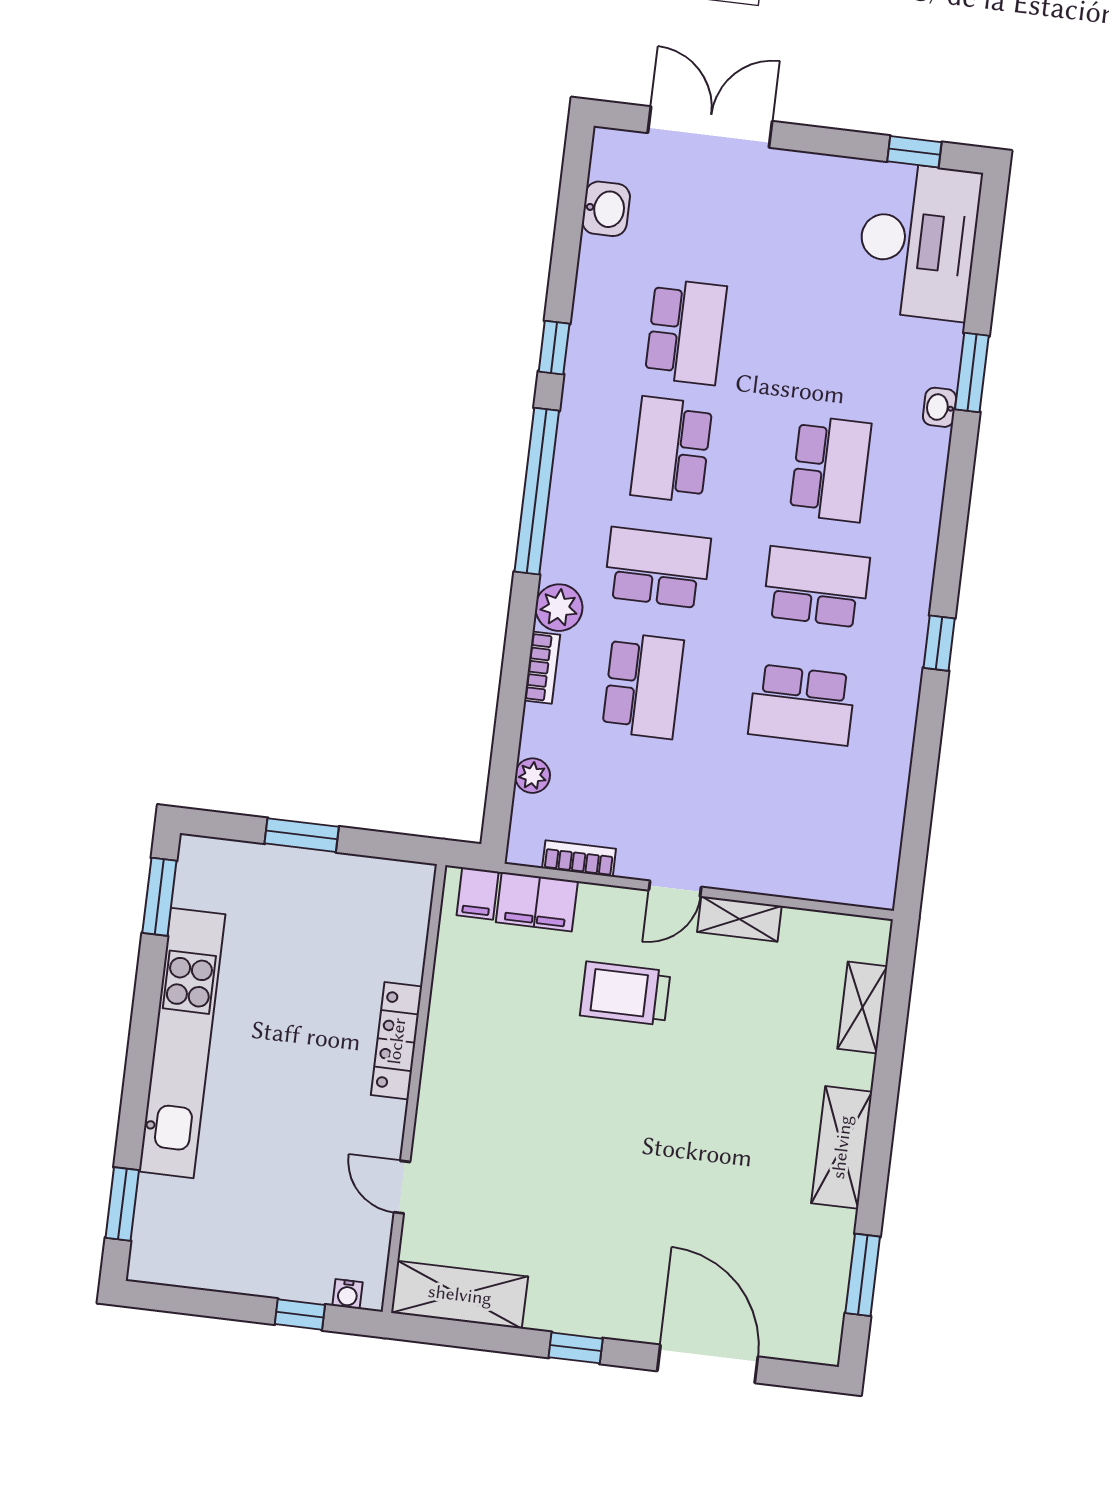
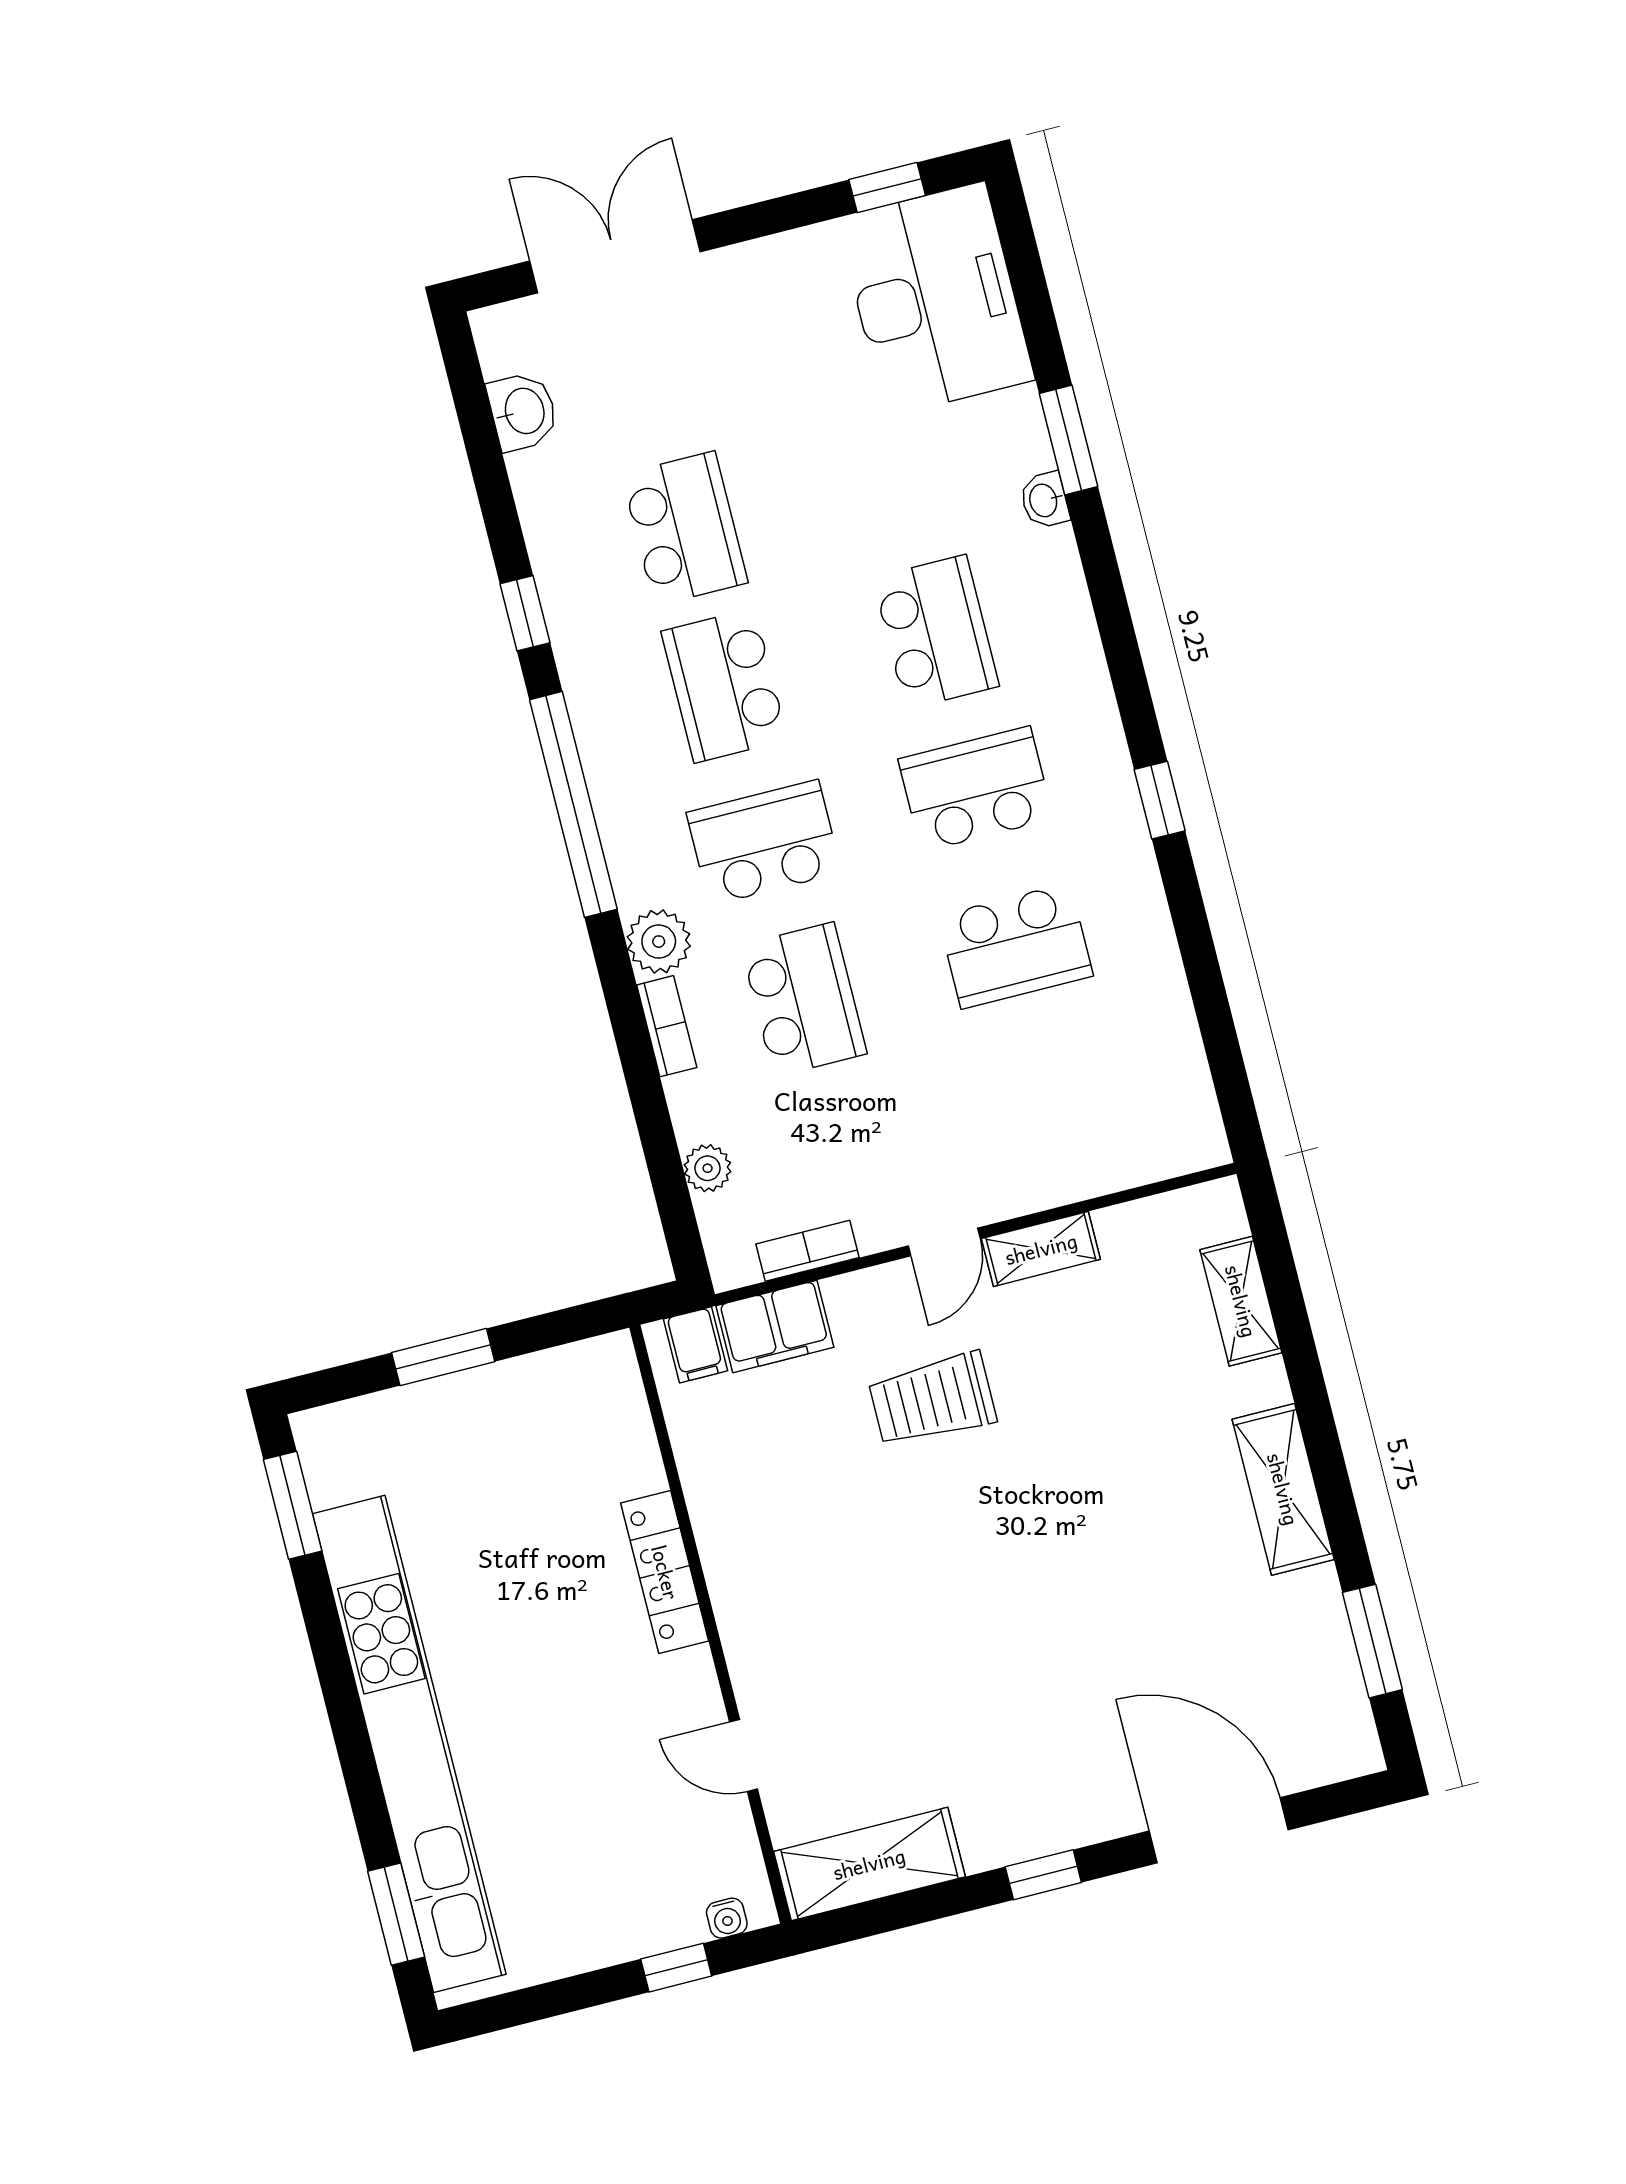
kitchen unit: (182, 1043) -> (409, 1744), width x1.36

